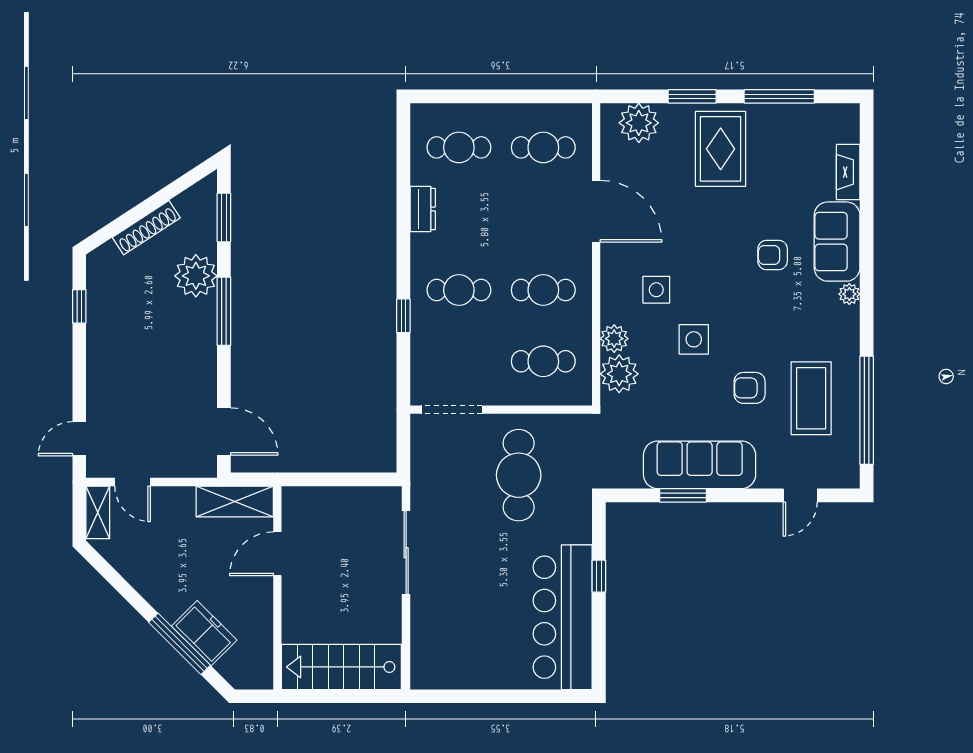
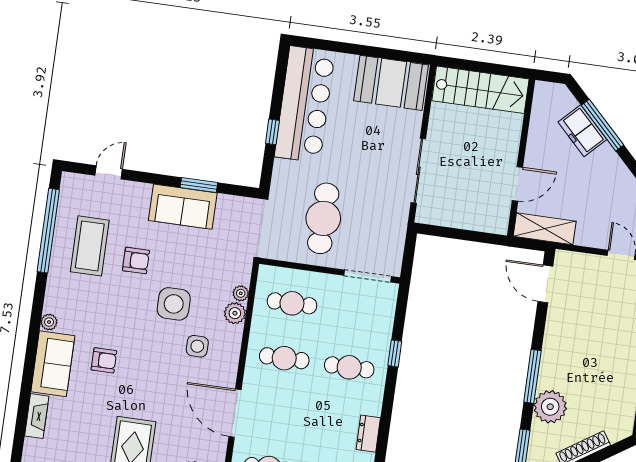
side table: (694, 339) -> (174, 304), width x1.37, depth x1.37
plant: (619, 374) -> (241, 293), width x0.53, depth x0.53
sofa: (700, 465) -> (183, 207), width x0.73
booth: (457, 660) -> (391, 83), added

